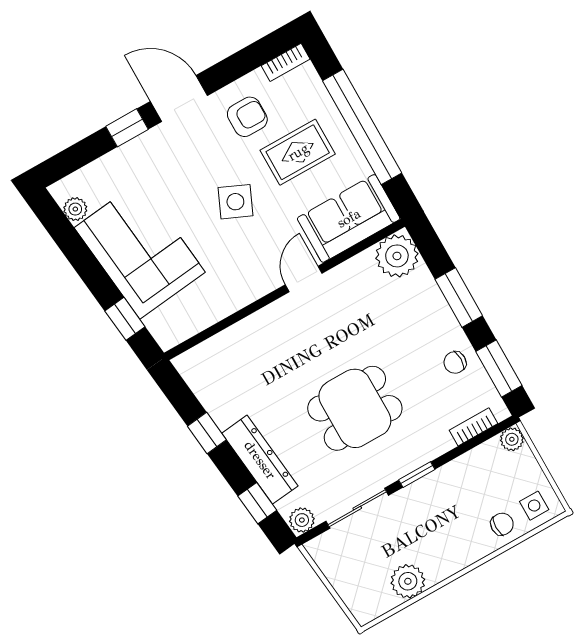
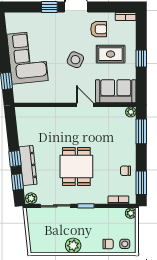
window: (362, 127) -> (141, 59), width x0.32
plant: (75, 209) -> (11, 27), removed
plant: (397, 256) -> (131, 112), width x0.53, depth x0.53
door: (304, 279) -> (85, 105), hinge flipped
window: (459, 297) -> (141, 131), moved
dining table: (355, 408) -> (76, 167), turned 90
window: (207, 433) -> (15, 159), moved
plant: (408, 581) -> (73, 246), moved

